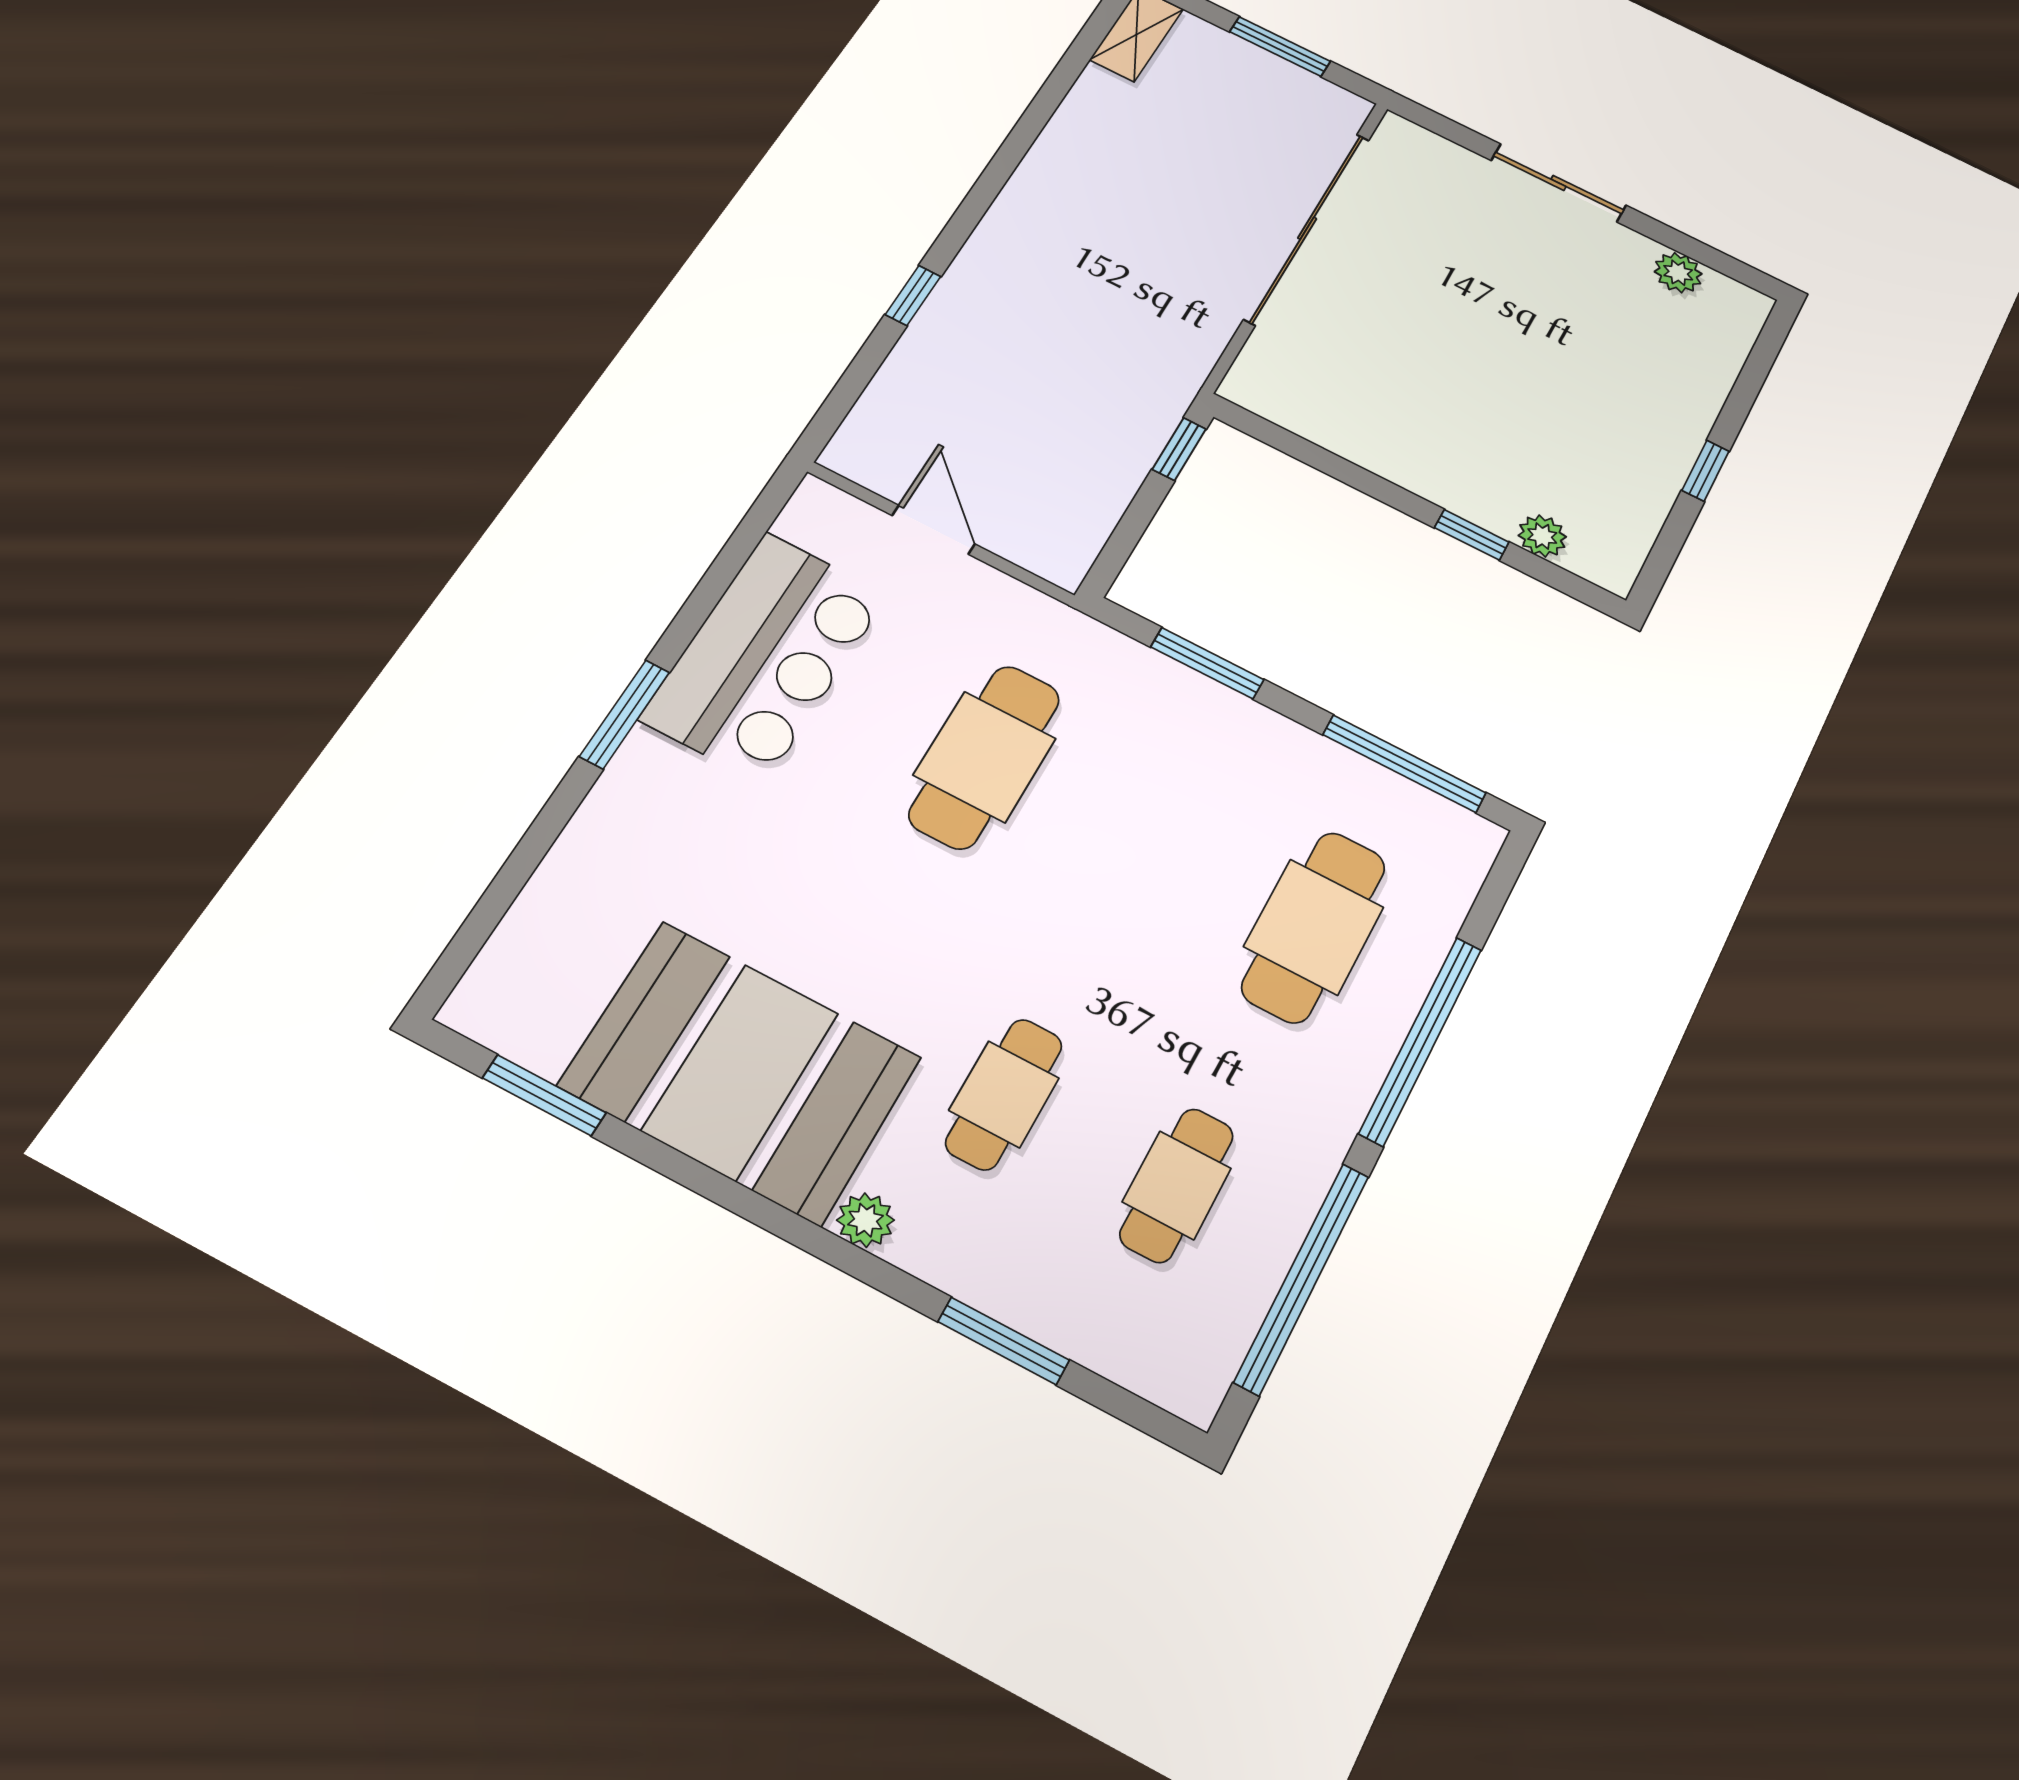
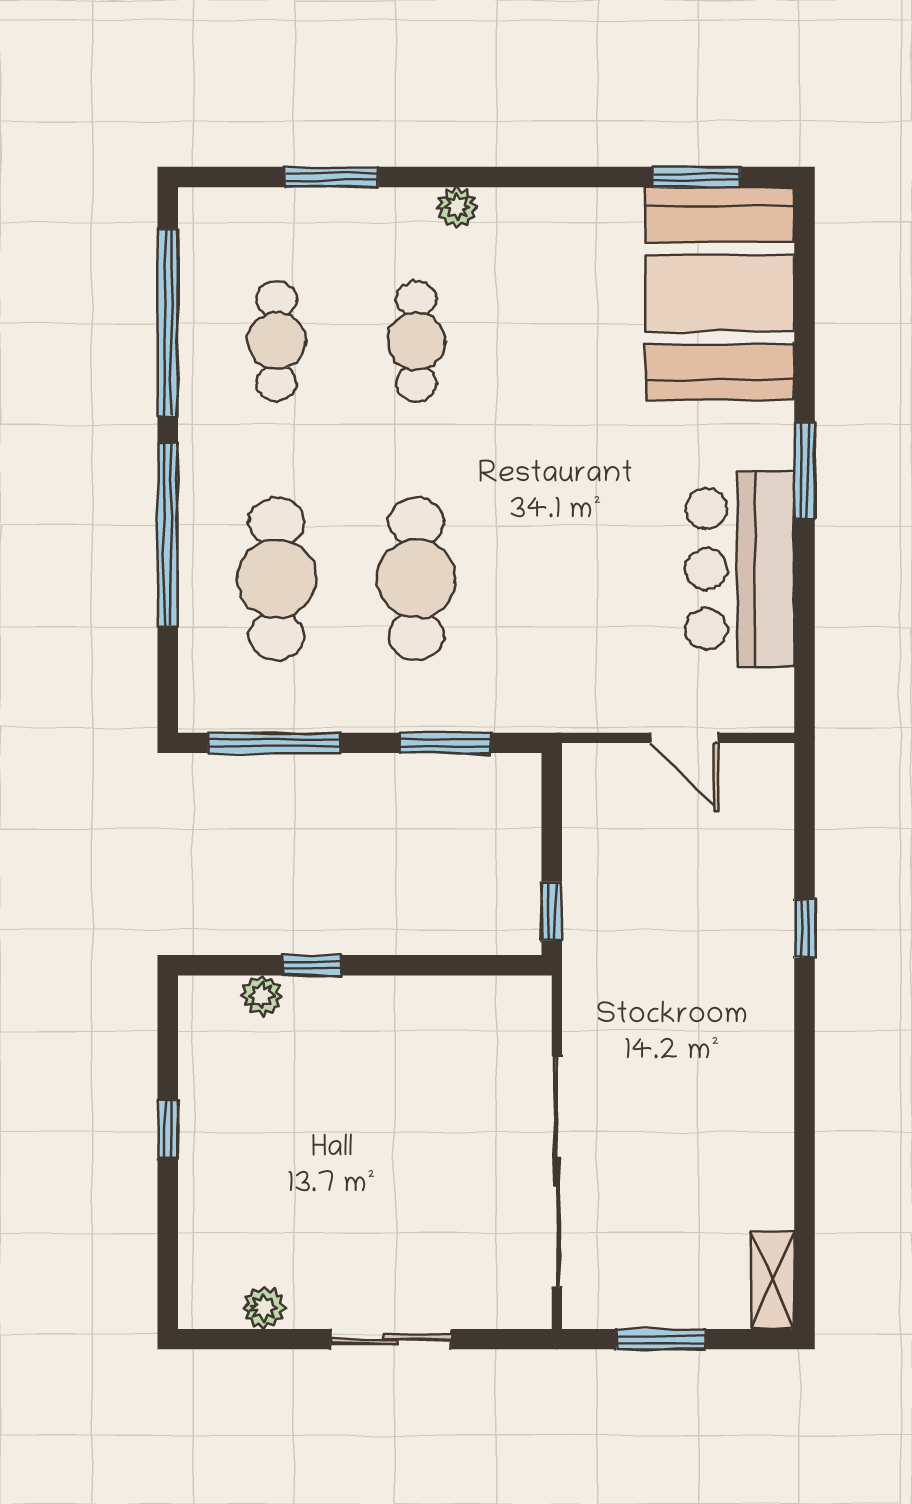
cafe table: (985, 757) -> (416, 579), moved
booth: (741, 1072) -> (720, 293), moved, turned 90

